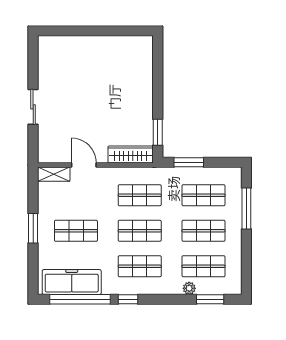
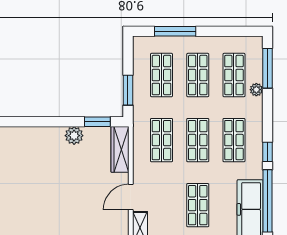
plant: (144, 109) -> (74, 136), added
window: (210, 299) -> (268, 68), width x1.44

